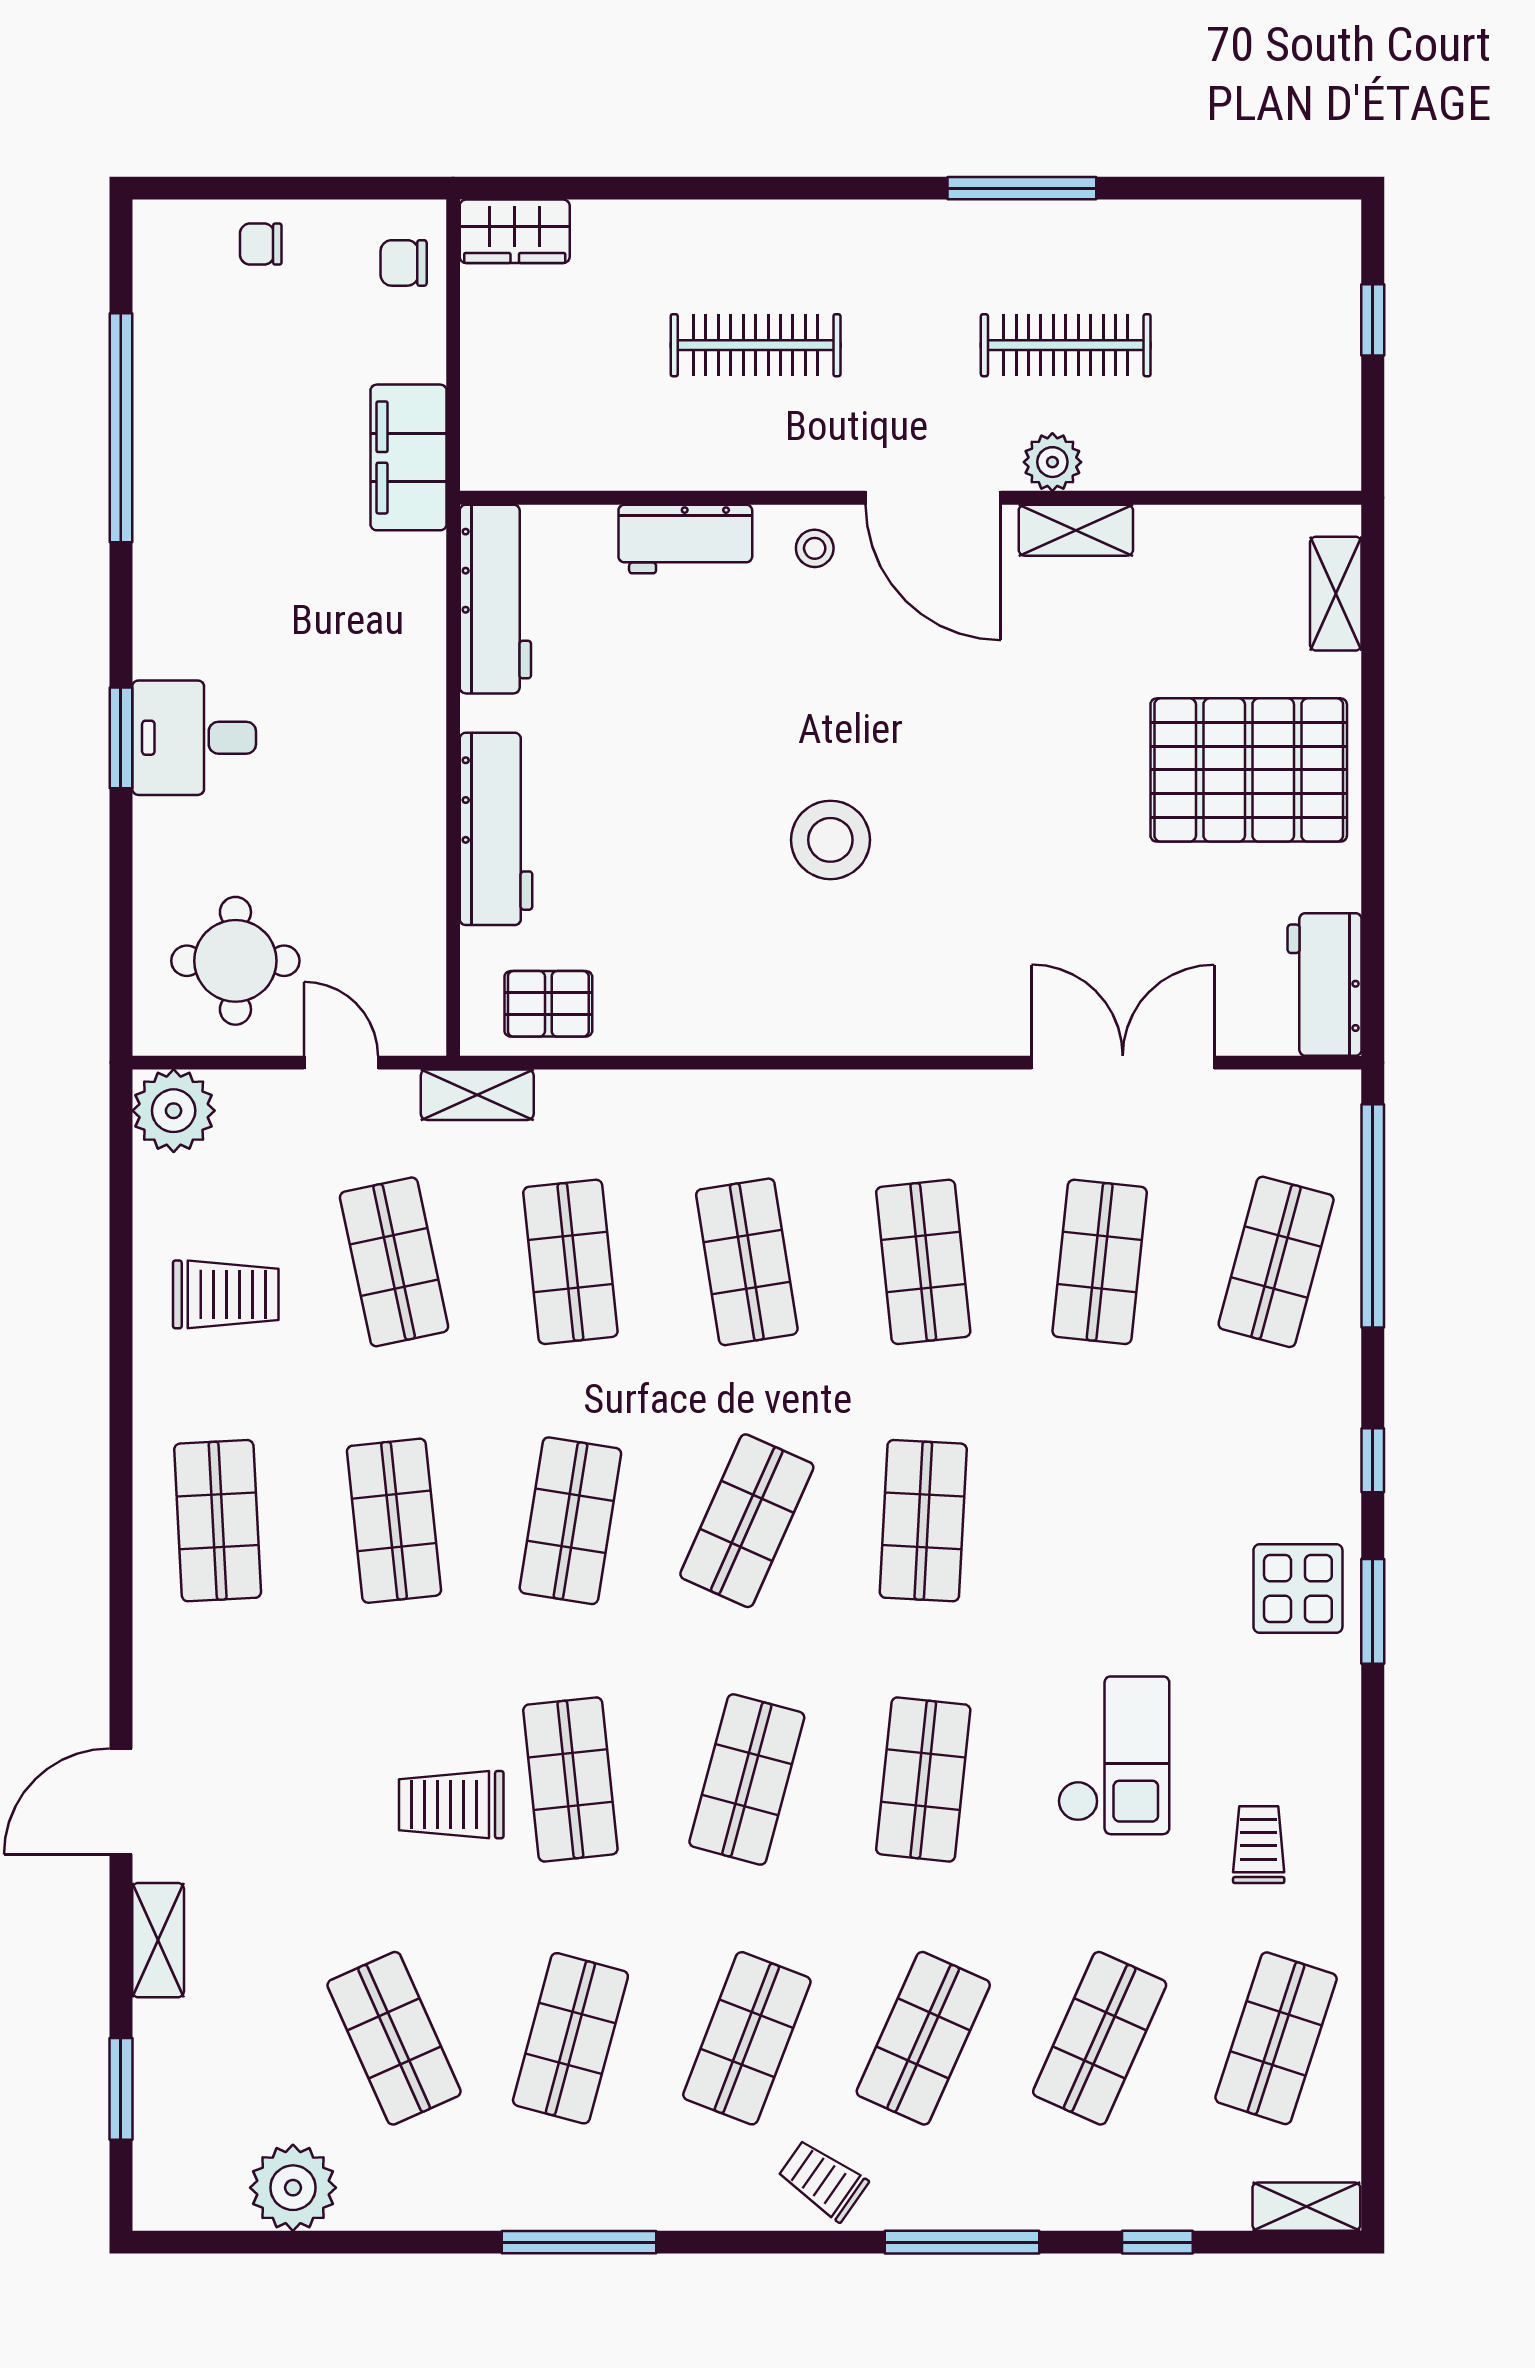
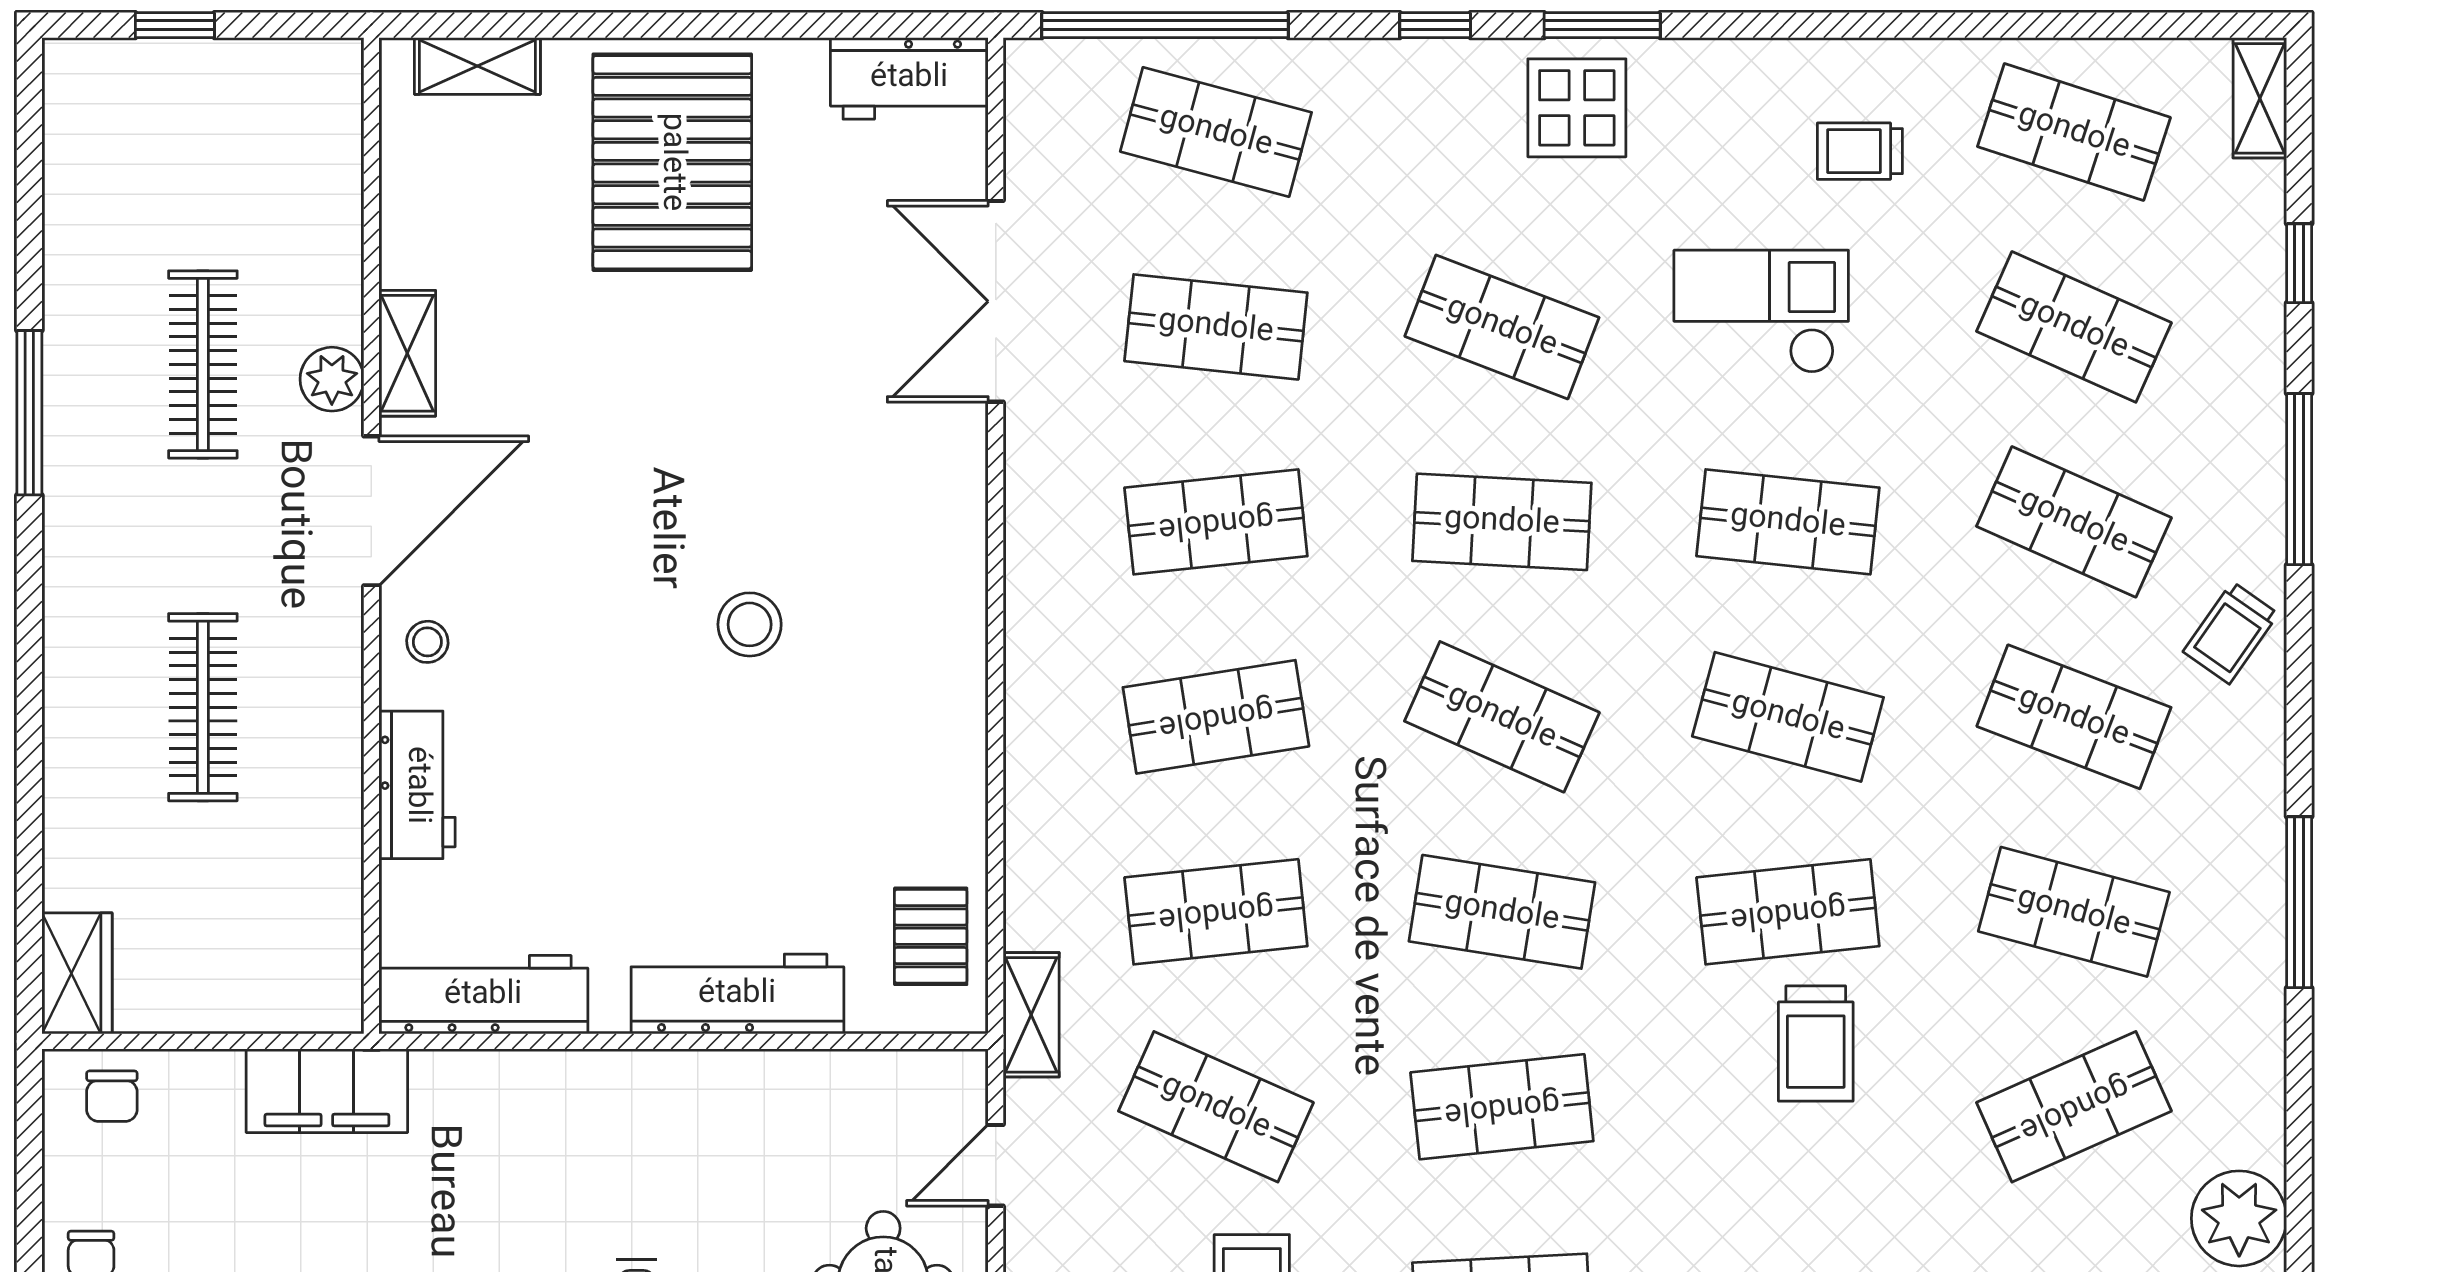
stool: (830, 840) -> (750, 624), width x0.73, depth x0.73
shop shelf: (394, 1262) -> (1216, 1107), turned 36
shop shelf: (1100, 1521) -> (1502, 327), added

